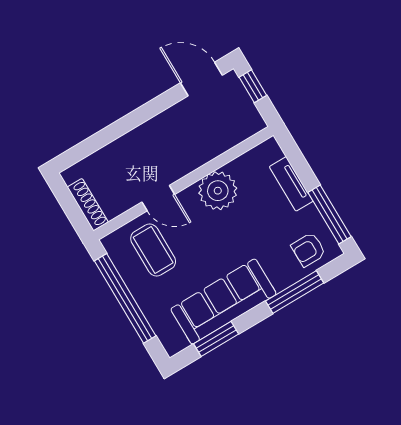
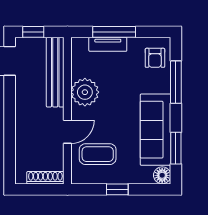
bench: (220, 141) -> (55, 72), added
window: (330, 214) -> (114, 32), moved
window: (125, 298) -> (117, 189), width x0.32
floor lamp: (174, 342) -> (162, 175), added

